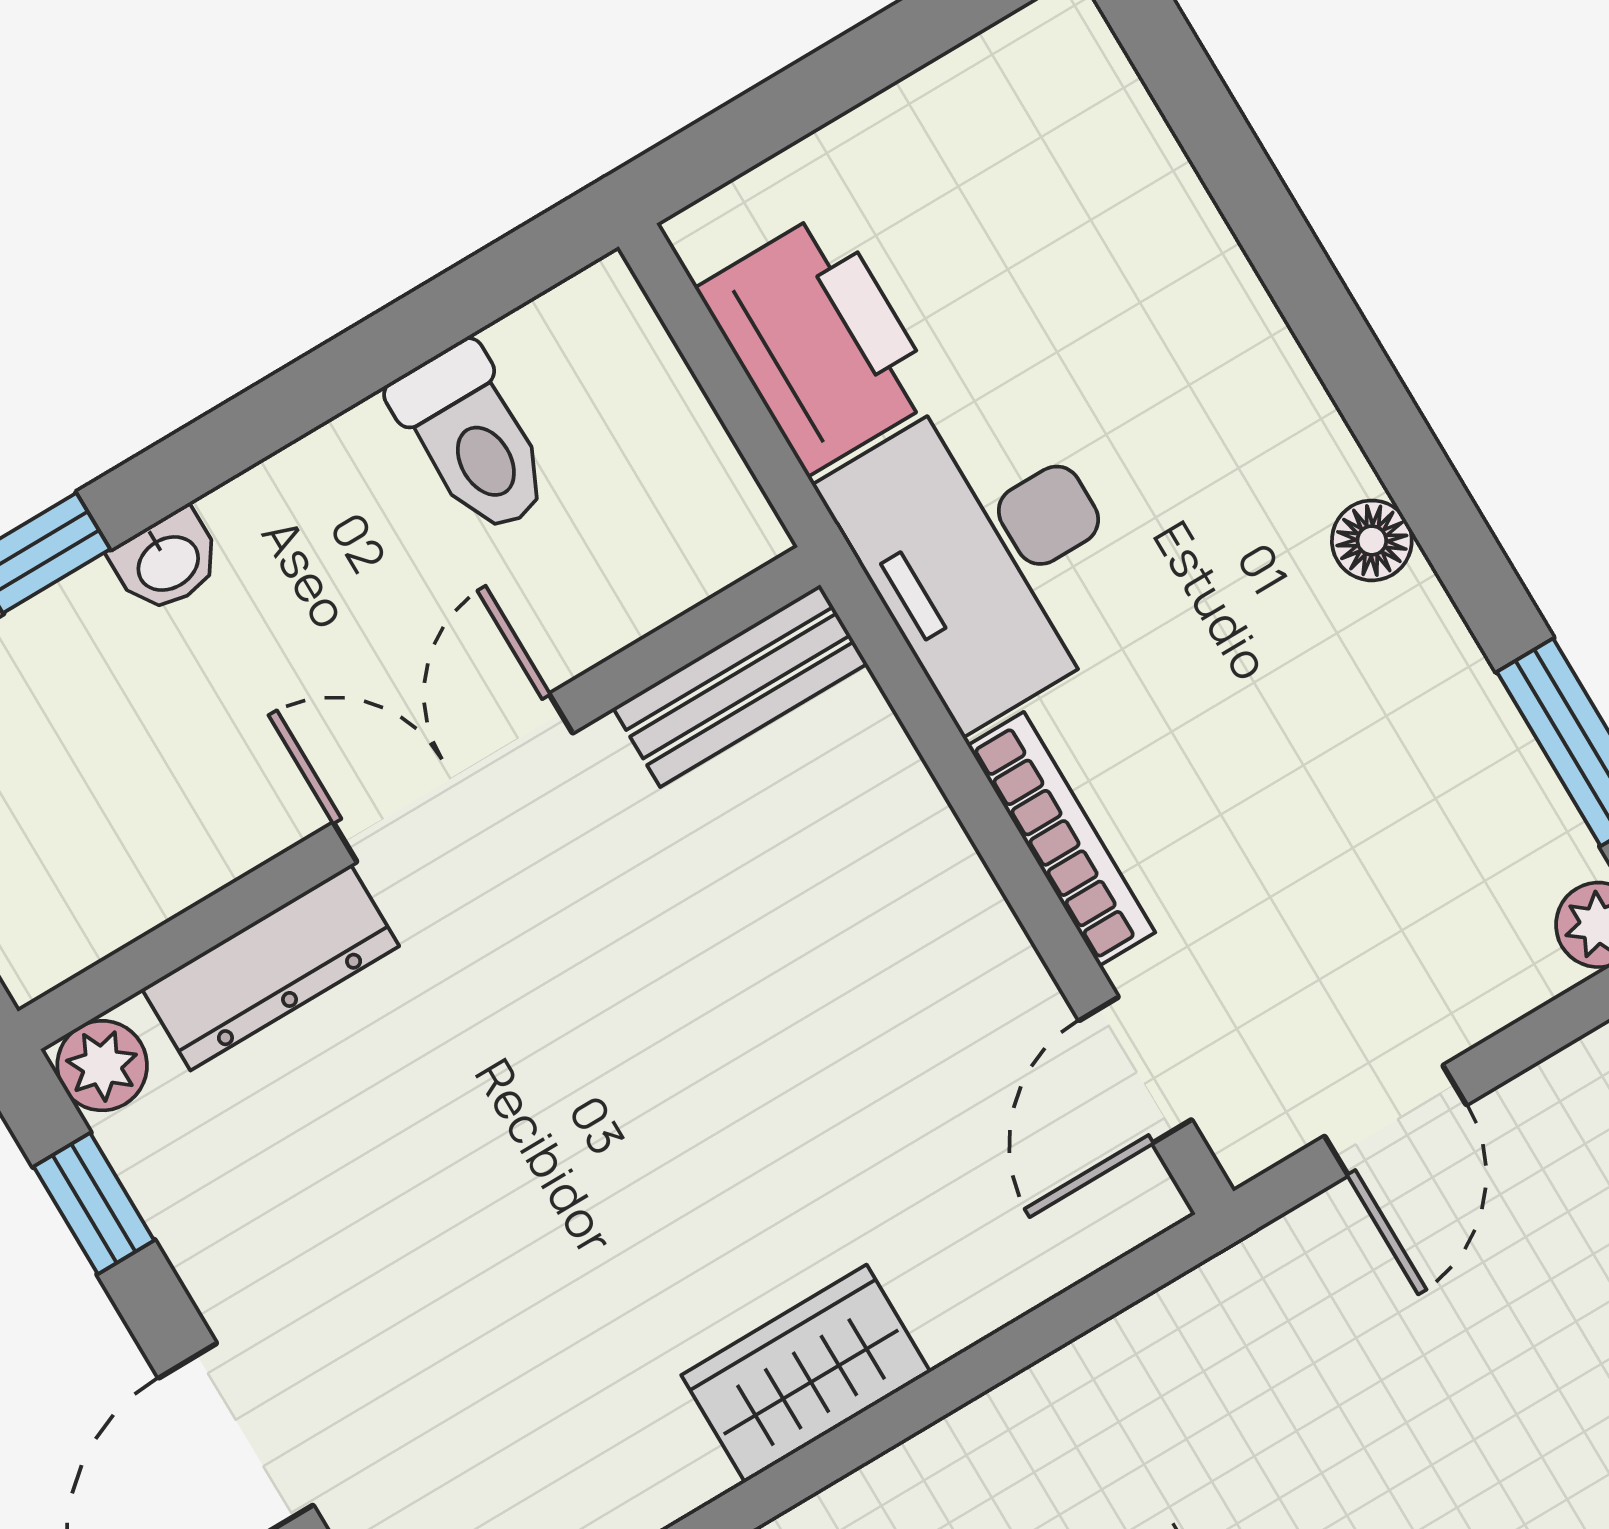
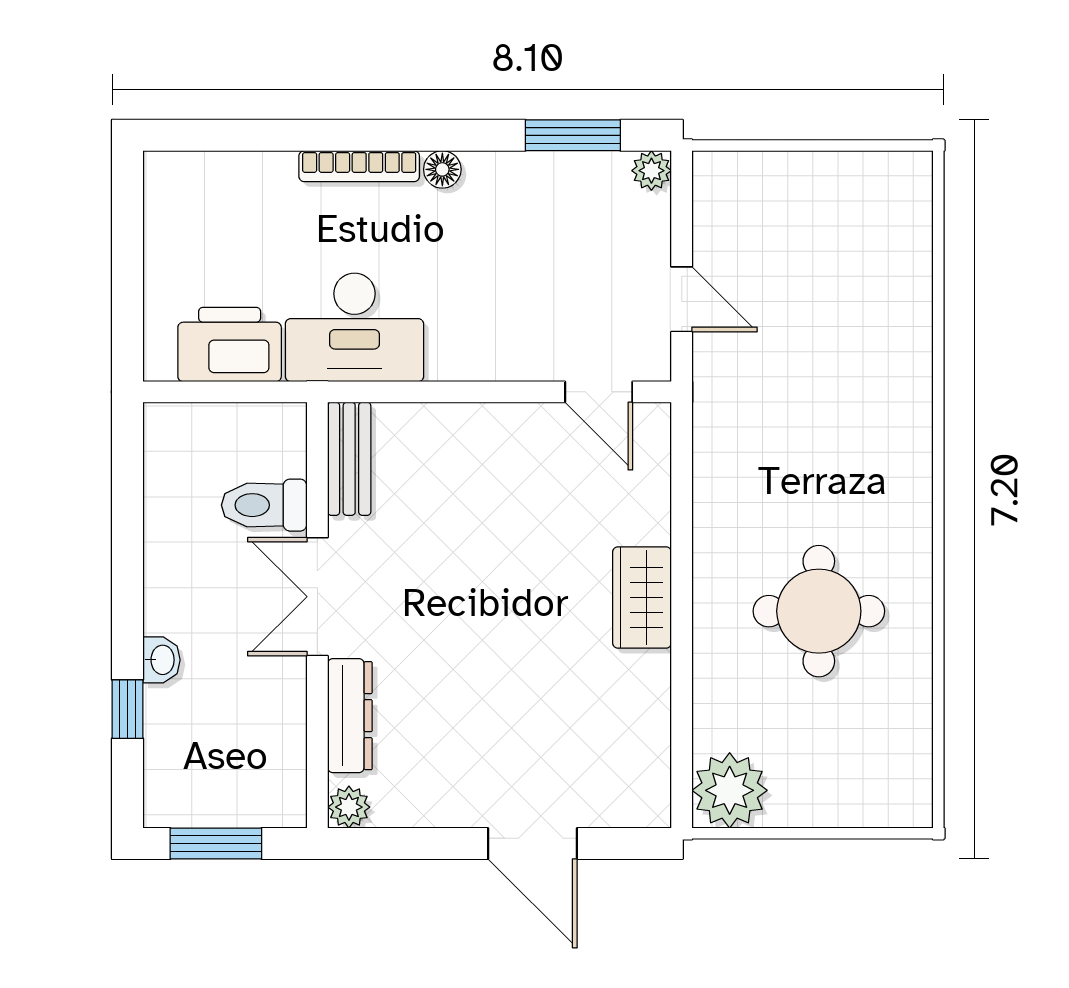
toilet: (473, 439) -> (264, 505), moved, turned 180
bookcase: (1061, 839) -> (359, 166), moved, turned 180
window: (94, 1203) -> (403, 843), removed

